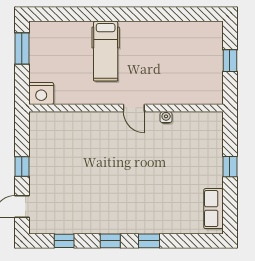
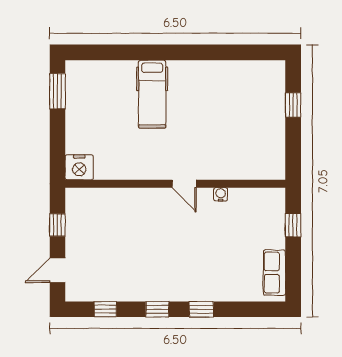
nightstand: (41, 93) -> (79, 167), moved
wall: (126, 108) -> (175, 184), moved
door: (134, 108) -> (184, 184), moved
water cooler: (166, 117) -> (221, 194), moved

